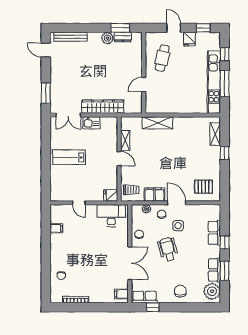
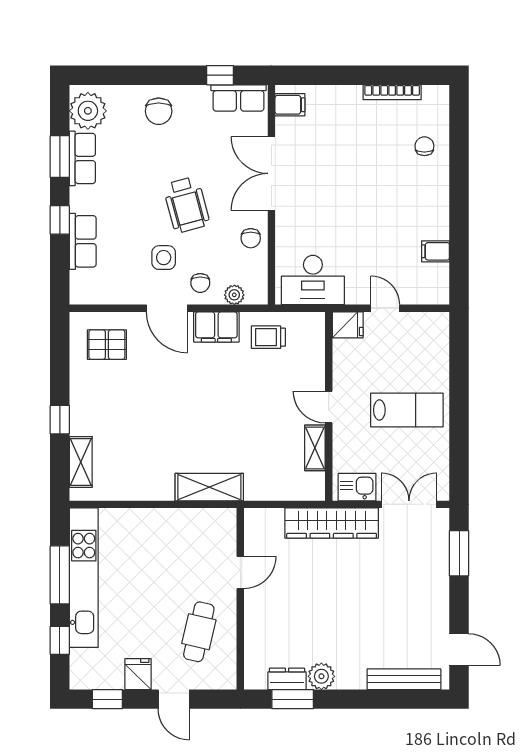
shelving: (125, 140) -> (315, 448), moved
door: (119, 159) -> (329, 407), moved
wall: (119, 159) -> (329, 406), moved
fridge: (111, 195) -> (348, 325), moved

